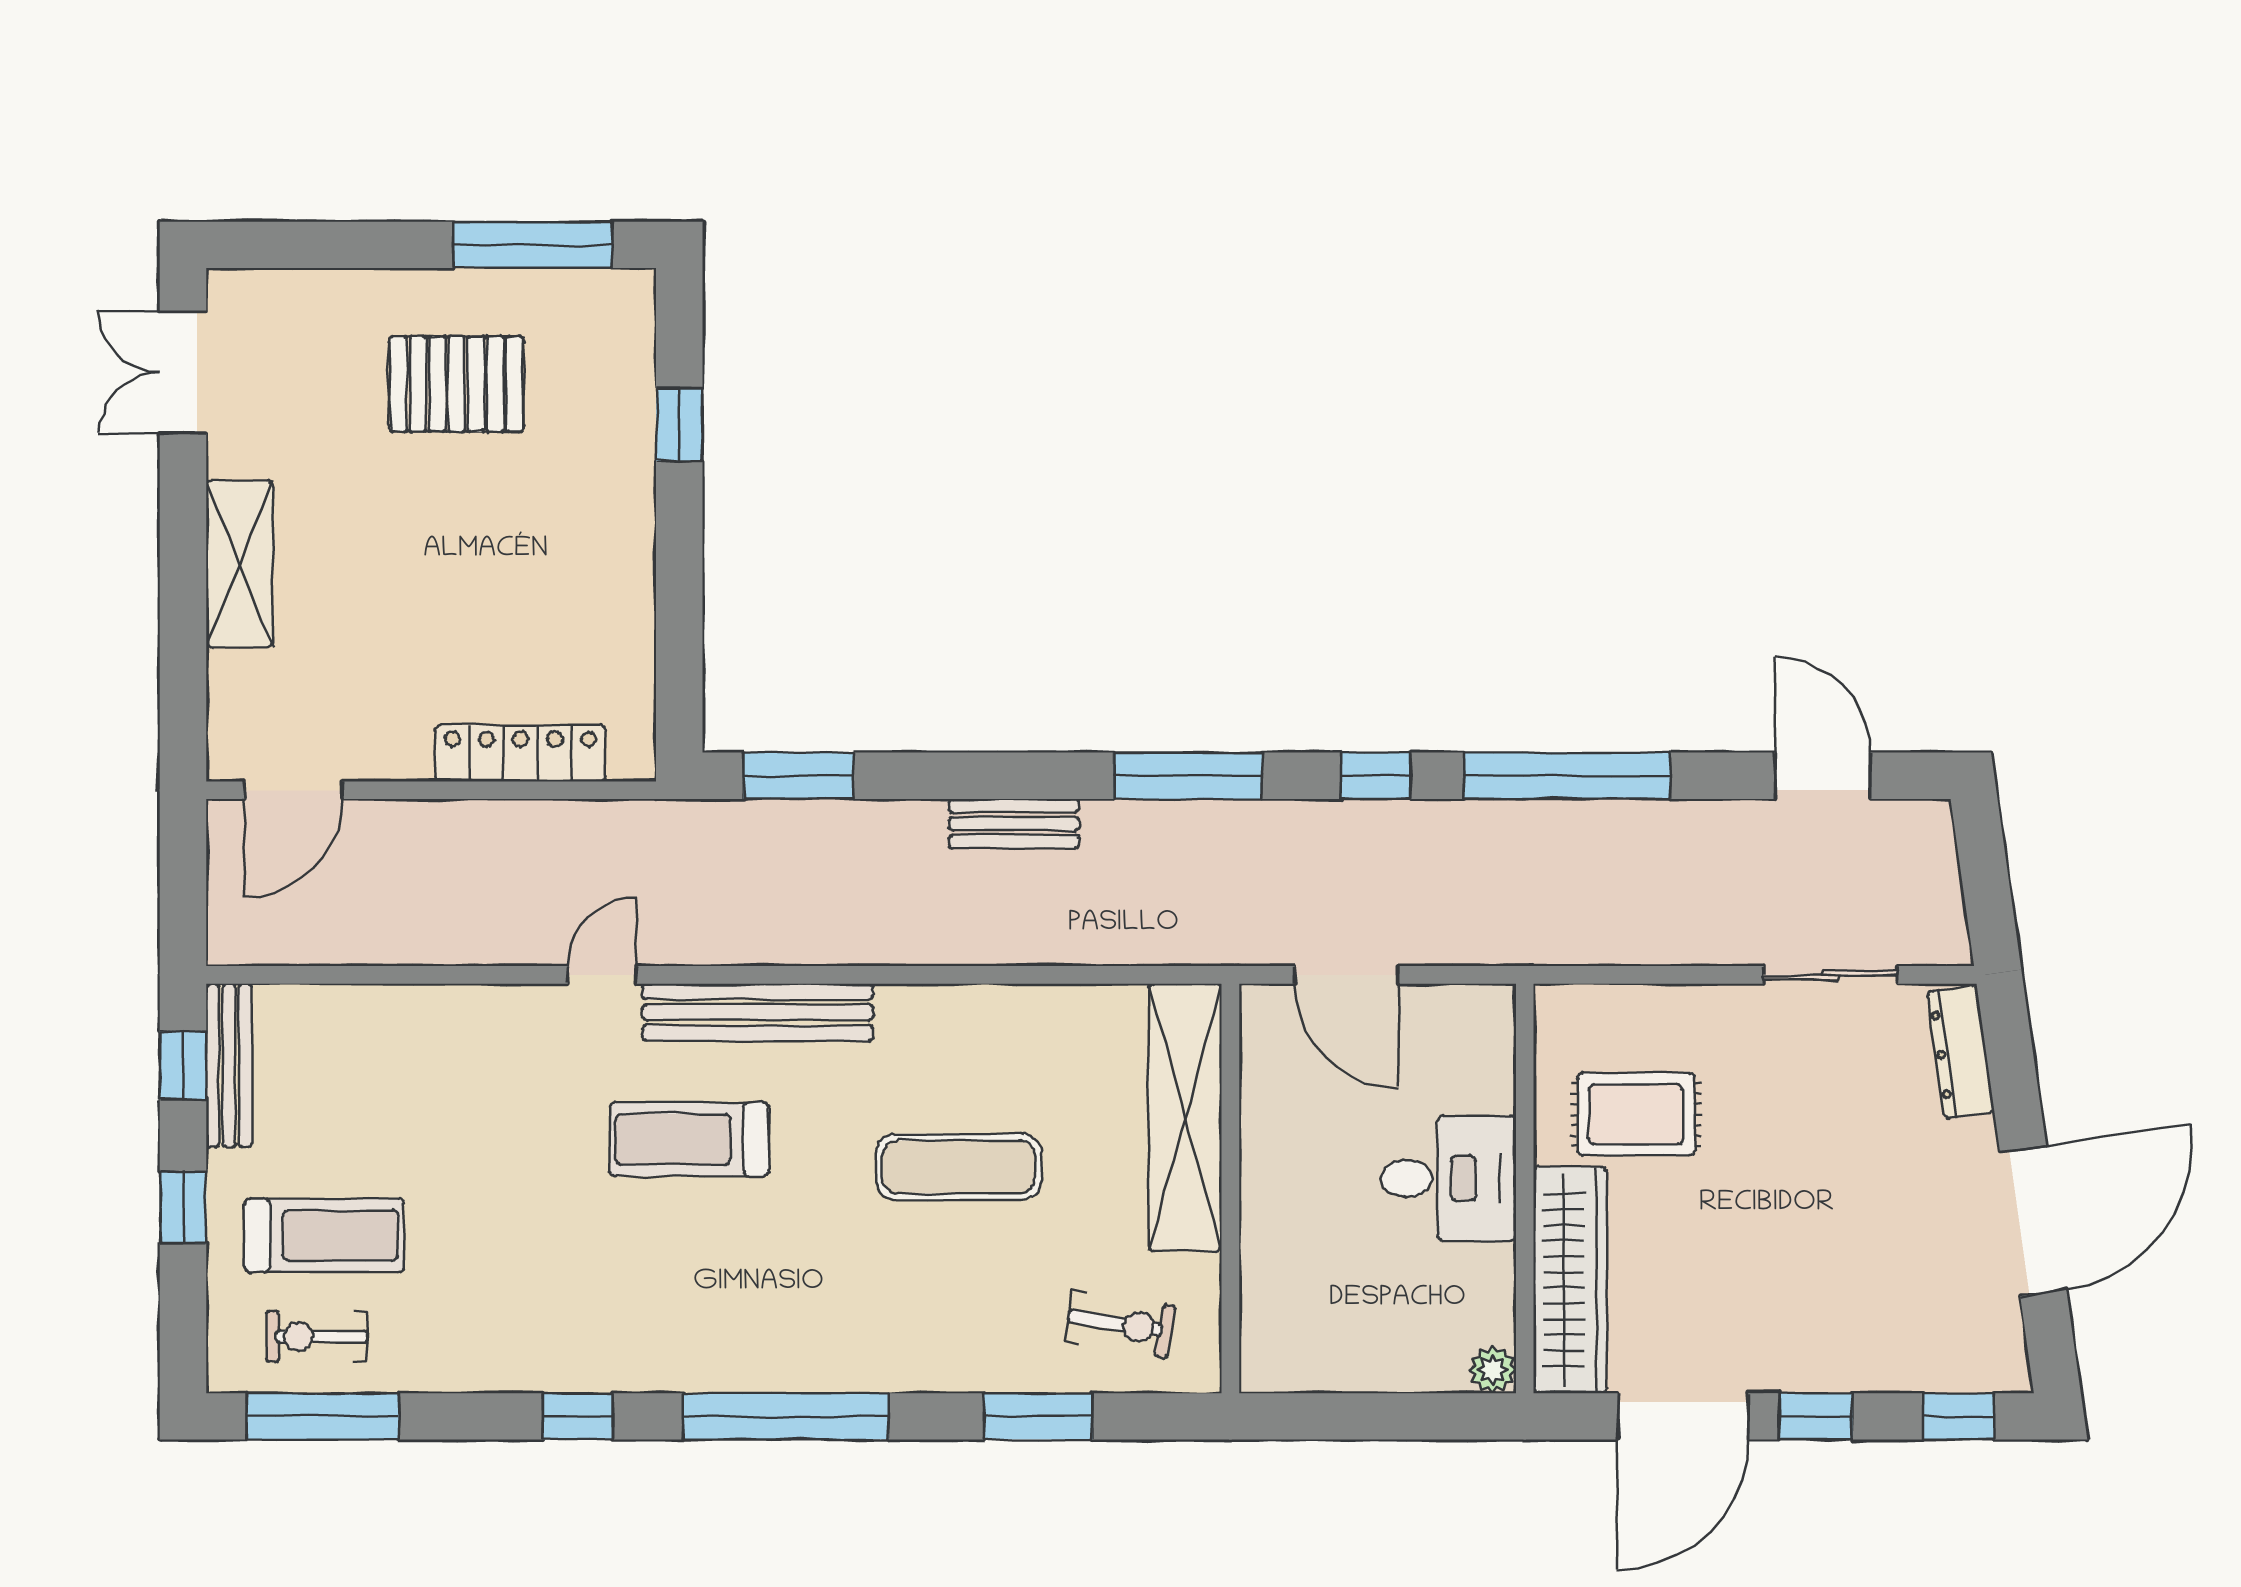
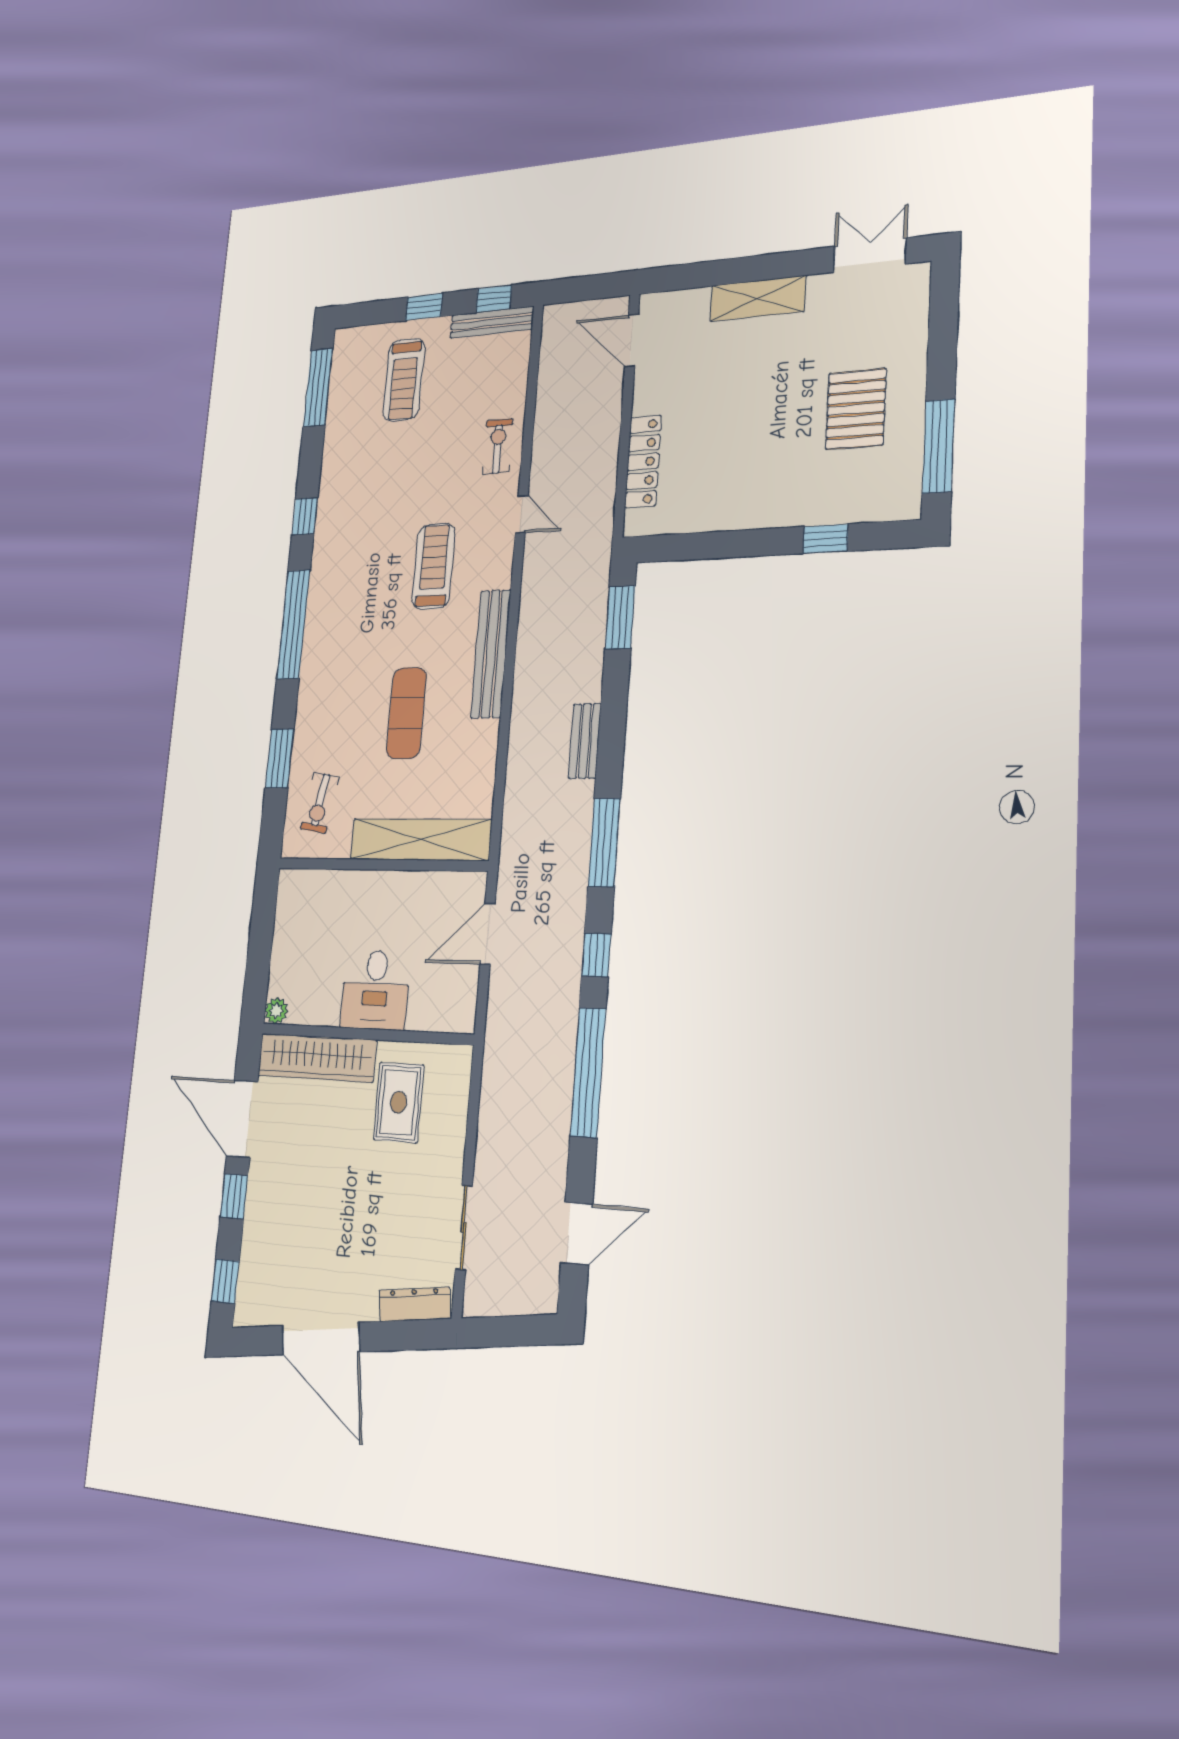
bench: (758, 1012) -> (491, 654), moved
exercise bike: (317, 1337) -> (498, 446), moved

